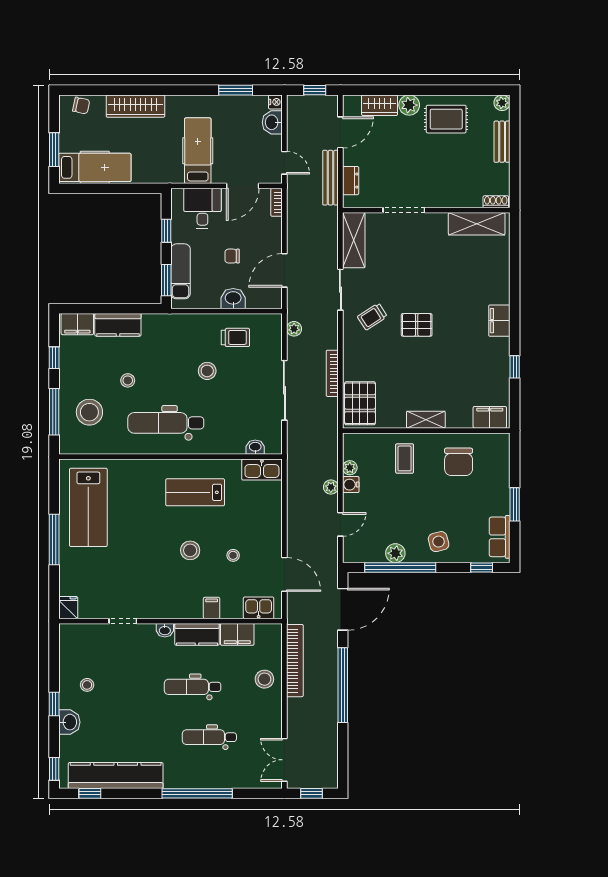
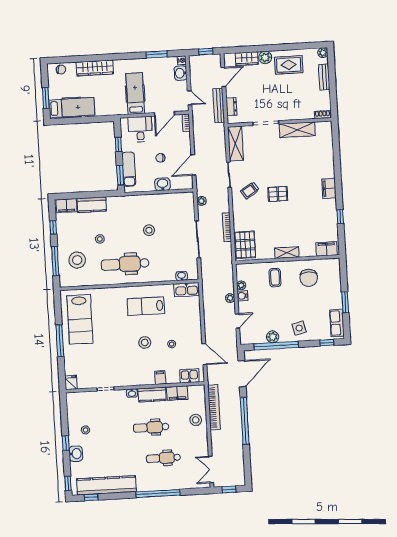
shelving: (477, 224) -> (297, 130), moved
trolley: (235, 337) -> (165, 208), removed

